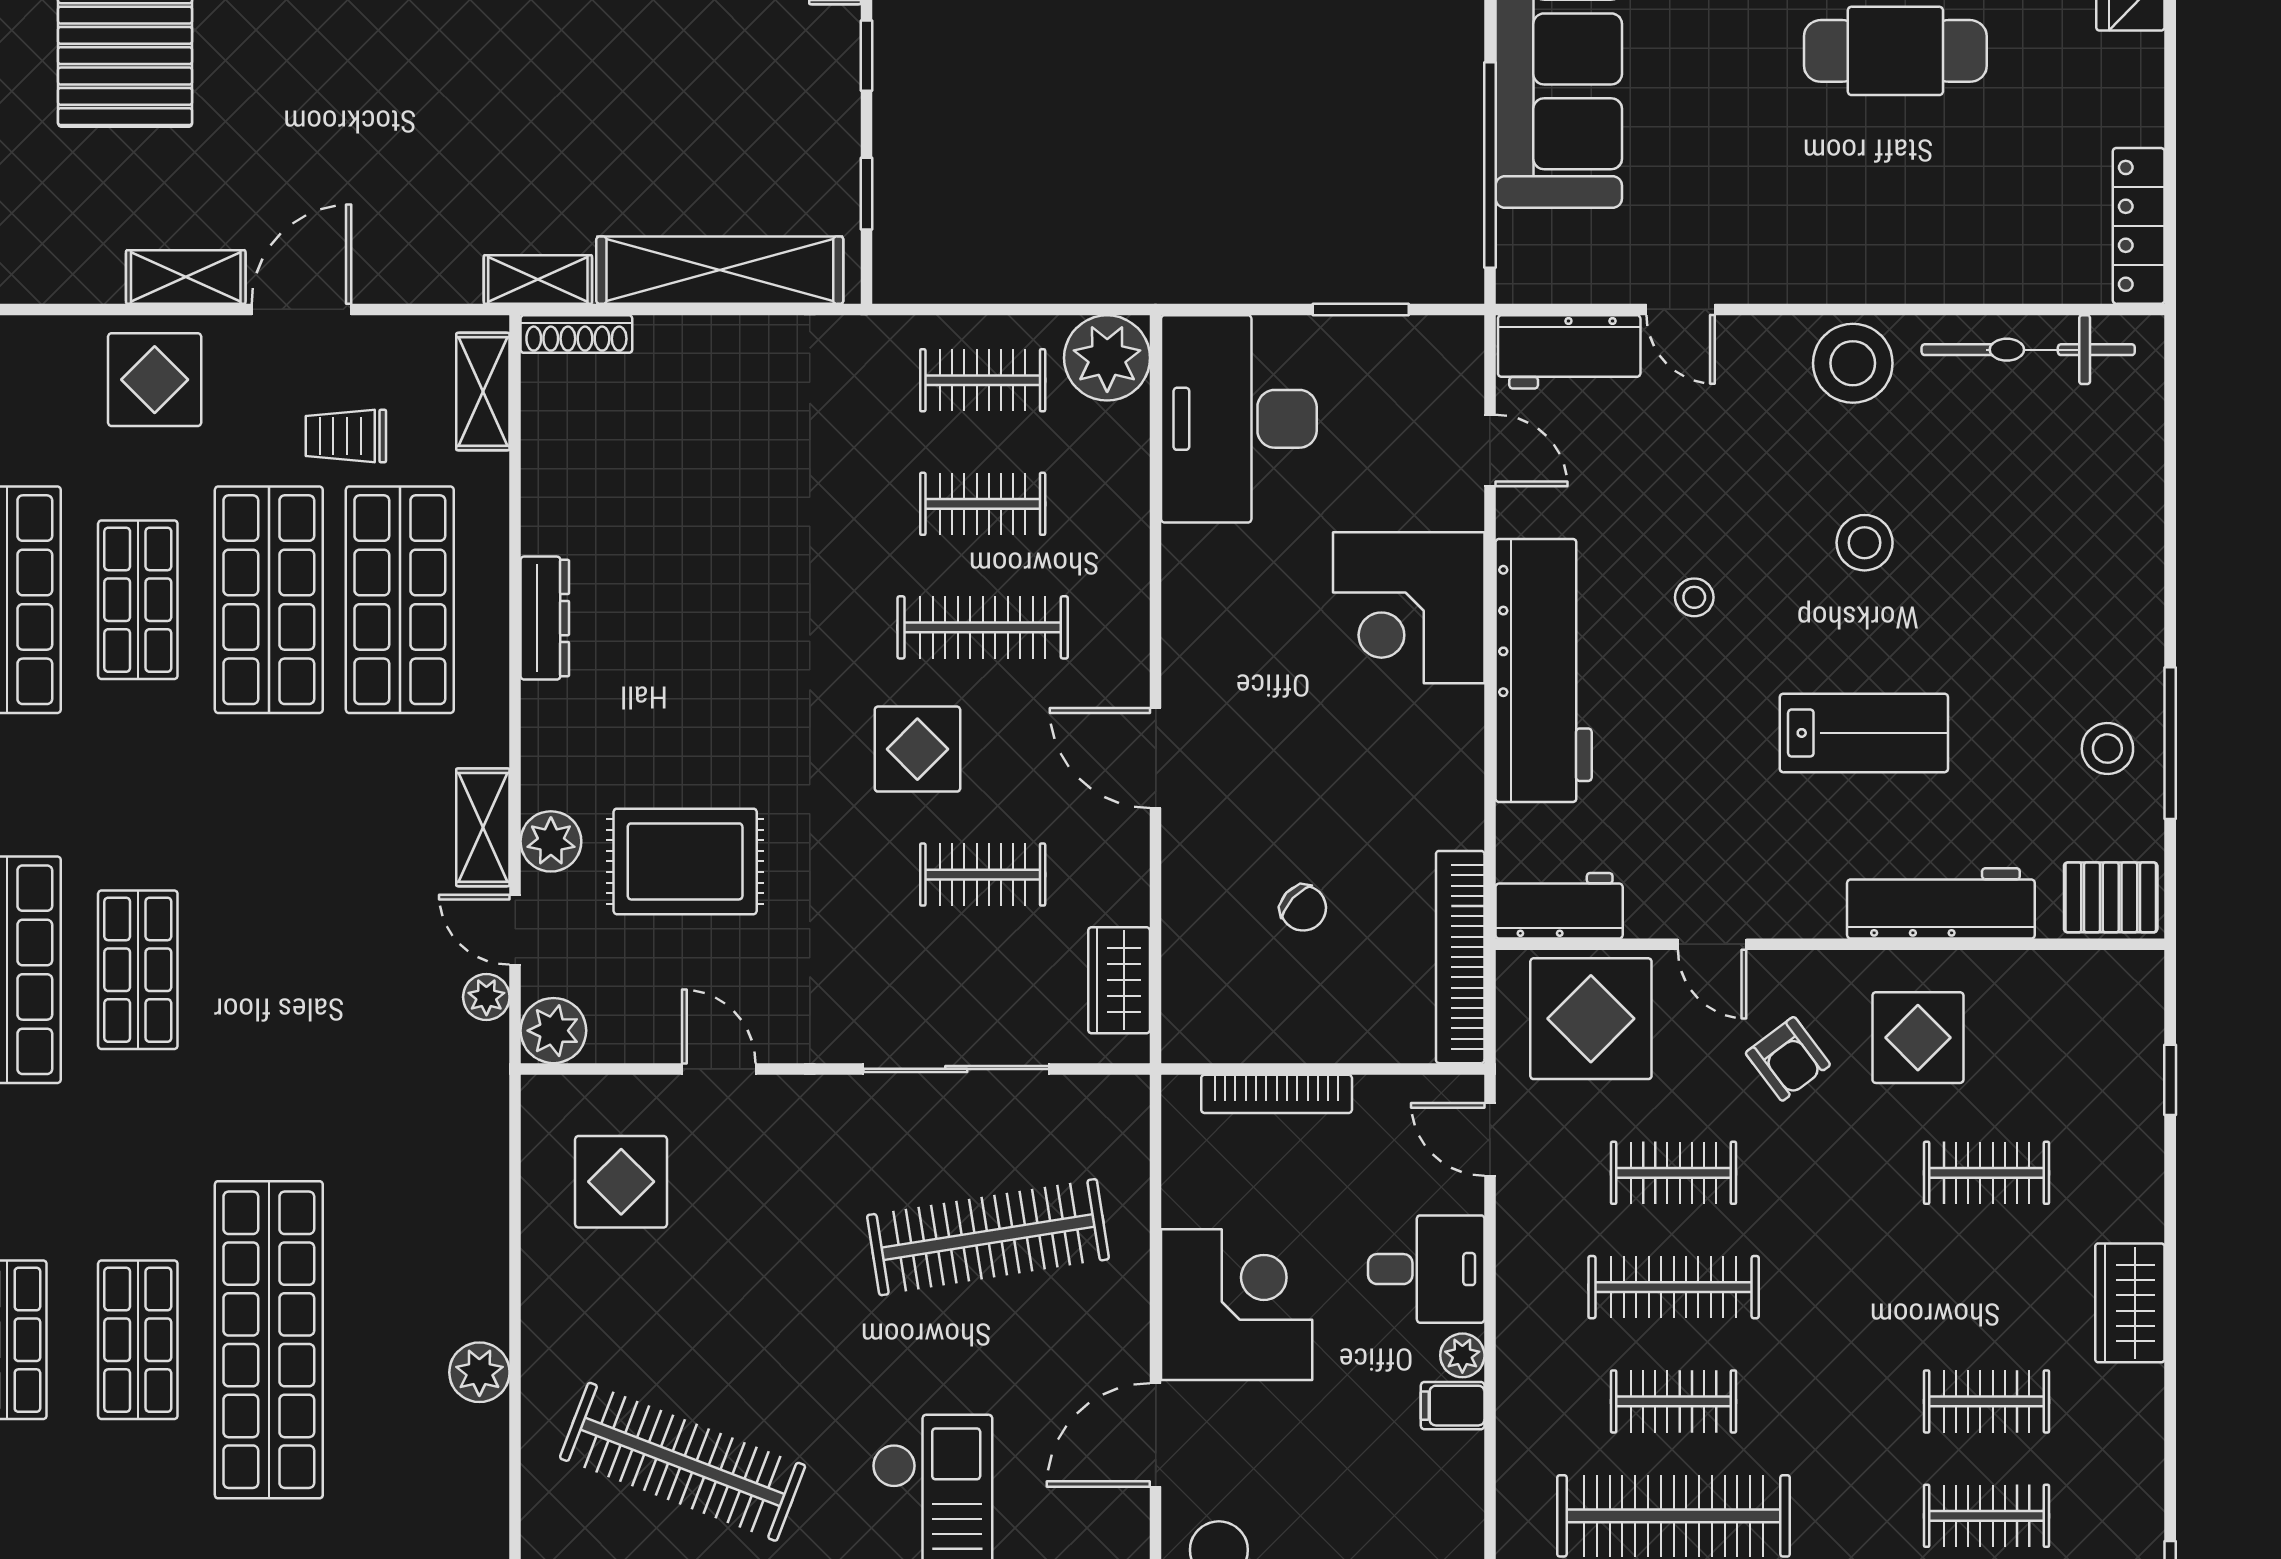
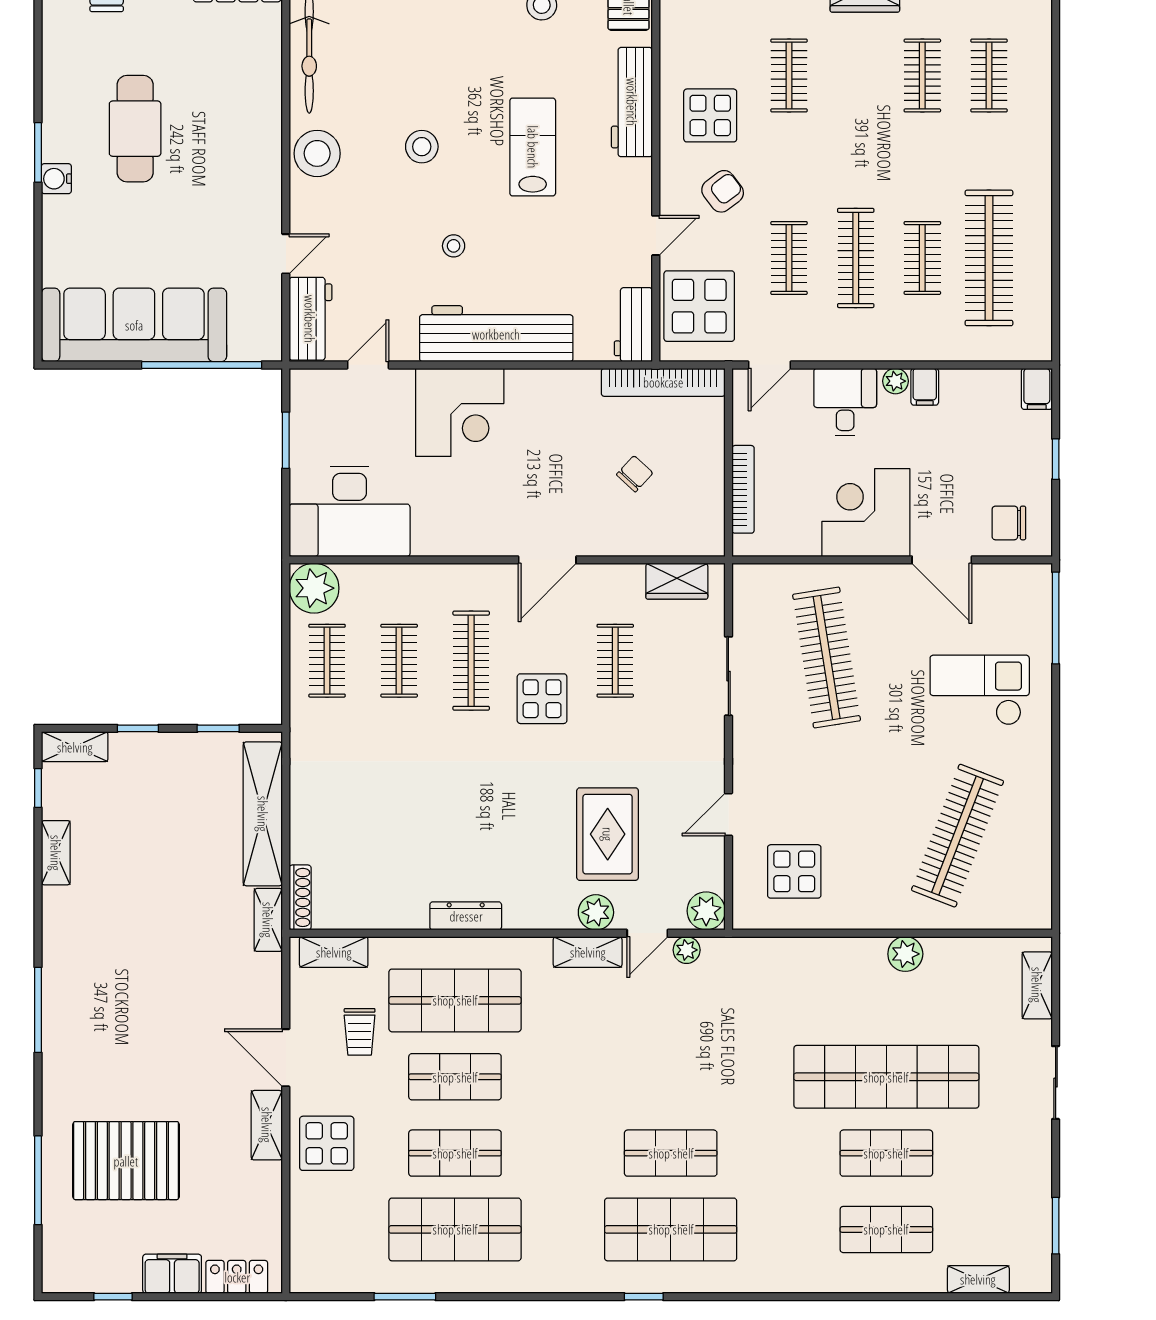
shop shelf: (269, 600) -> (455, 1077), width x0.70, depth x0.74
sliding door: (956, 1069) -> (728, 676), width x0.73

